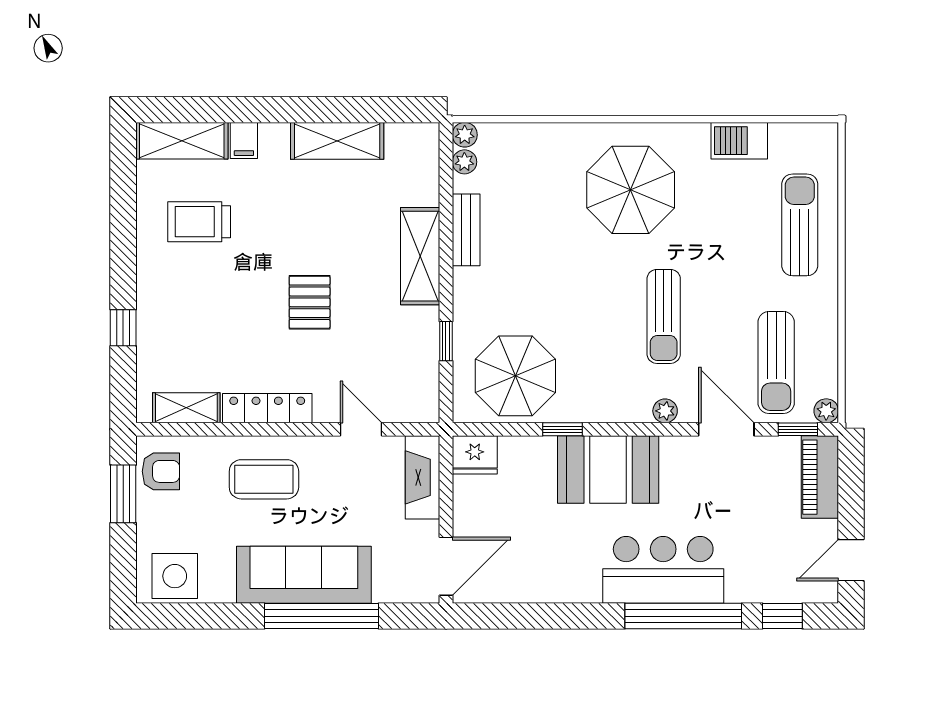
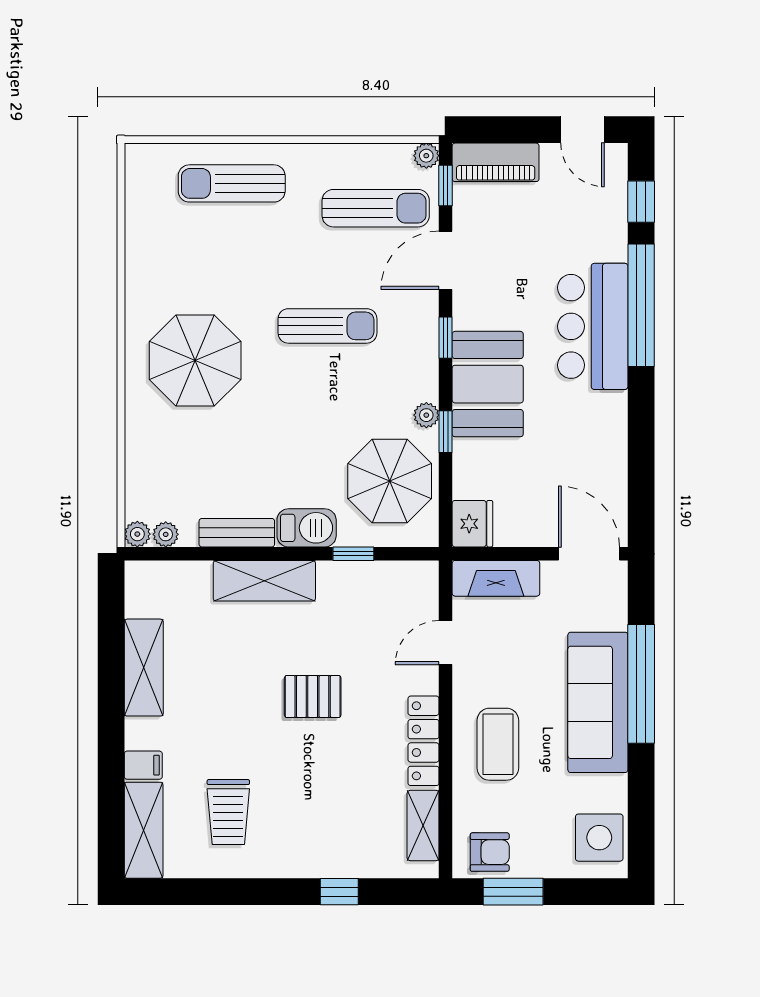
barbecue: (739, 141) -> (307, 528), moved, turned -90
plant: (665, 411) -> (426, 415), moved
window: (652, 429) -> (446, 338), added
armchair: (161, 471) -> (490, 852), turned 90

